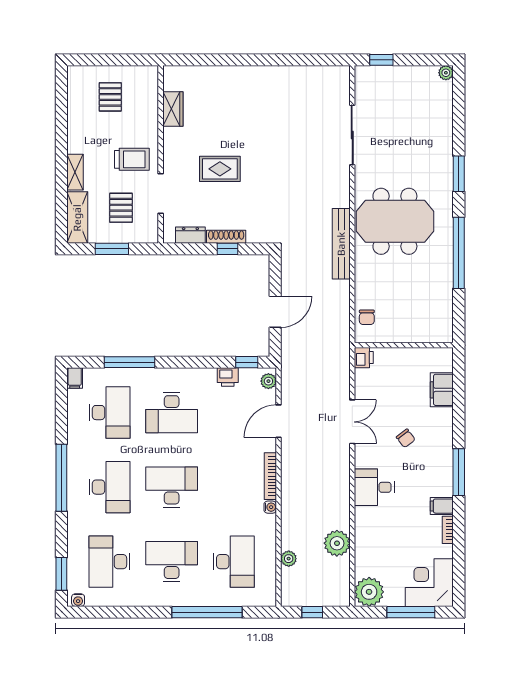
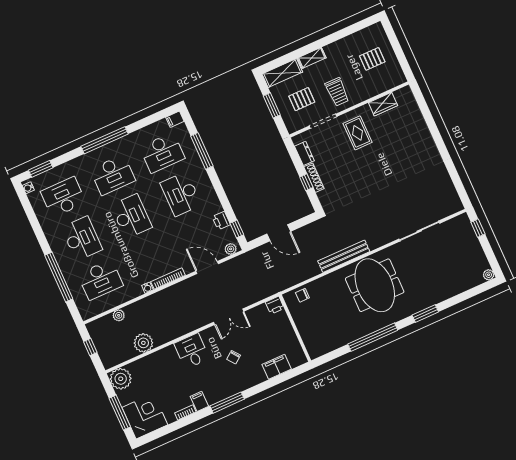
rug: (220, 169) -> (358, 133), moved

